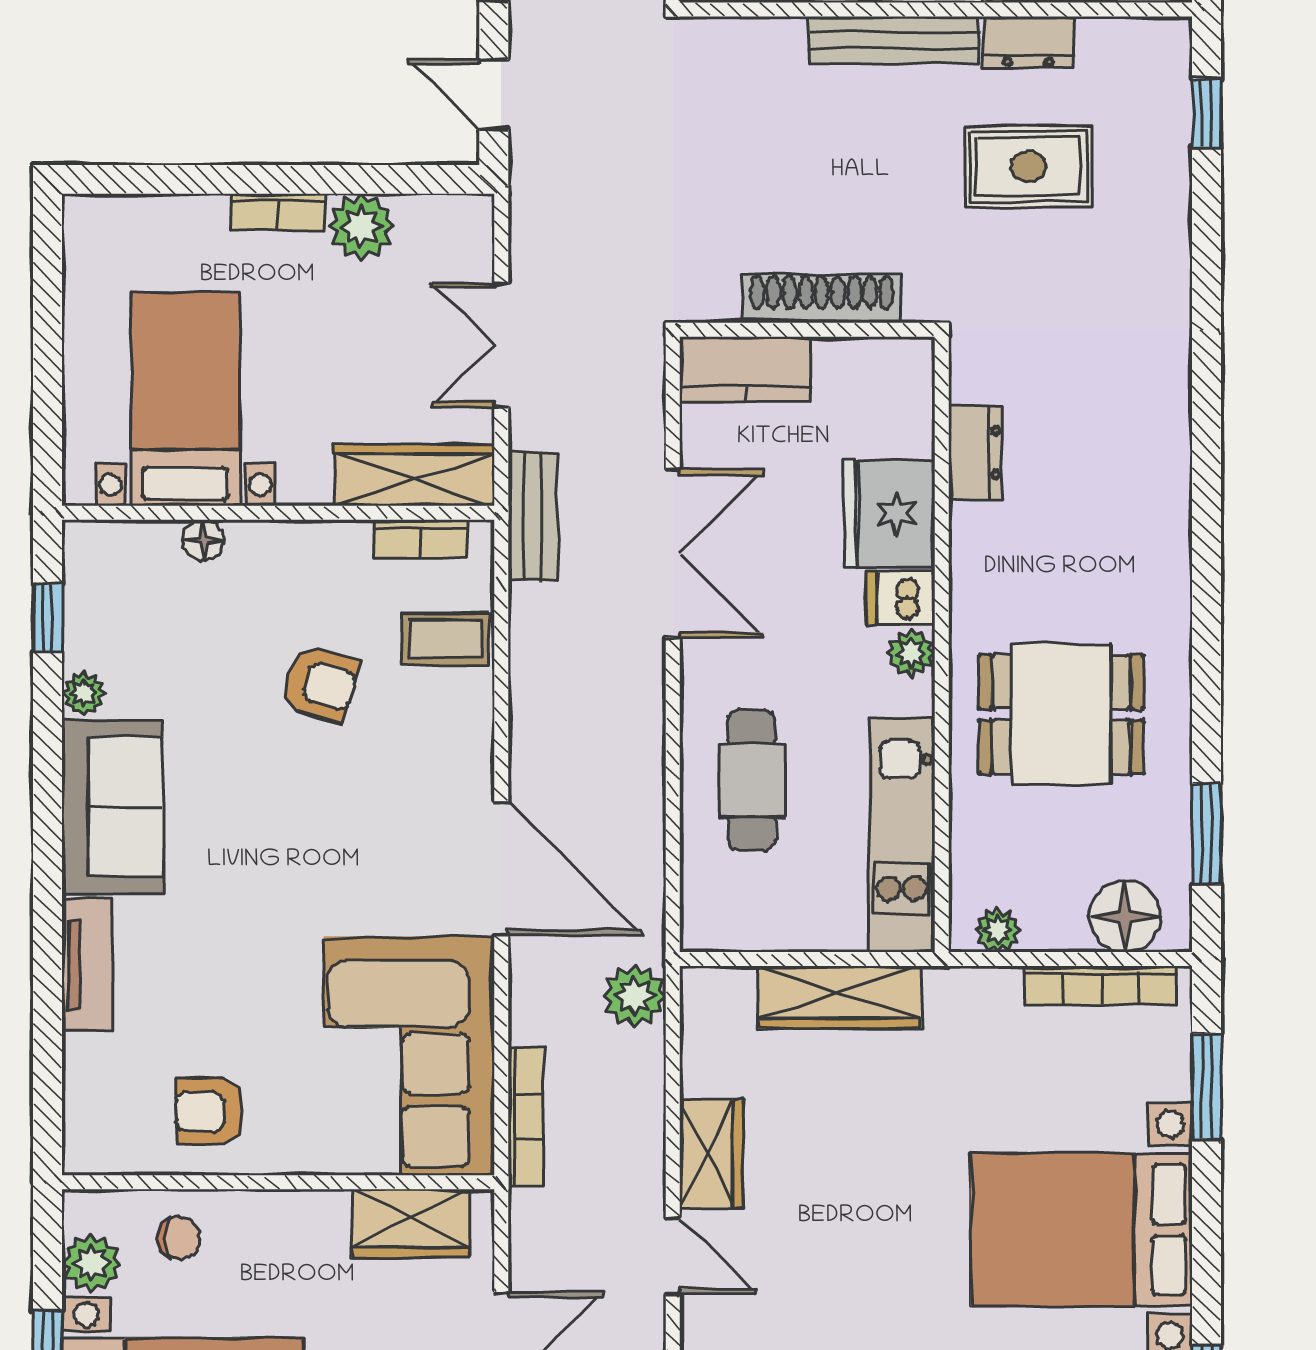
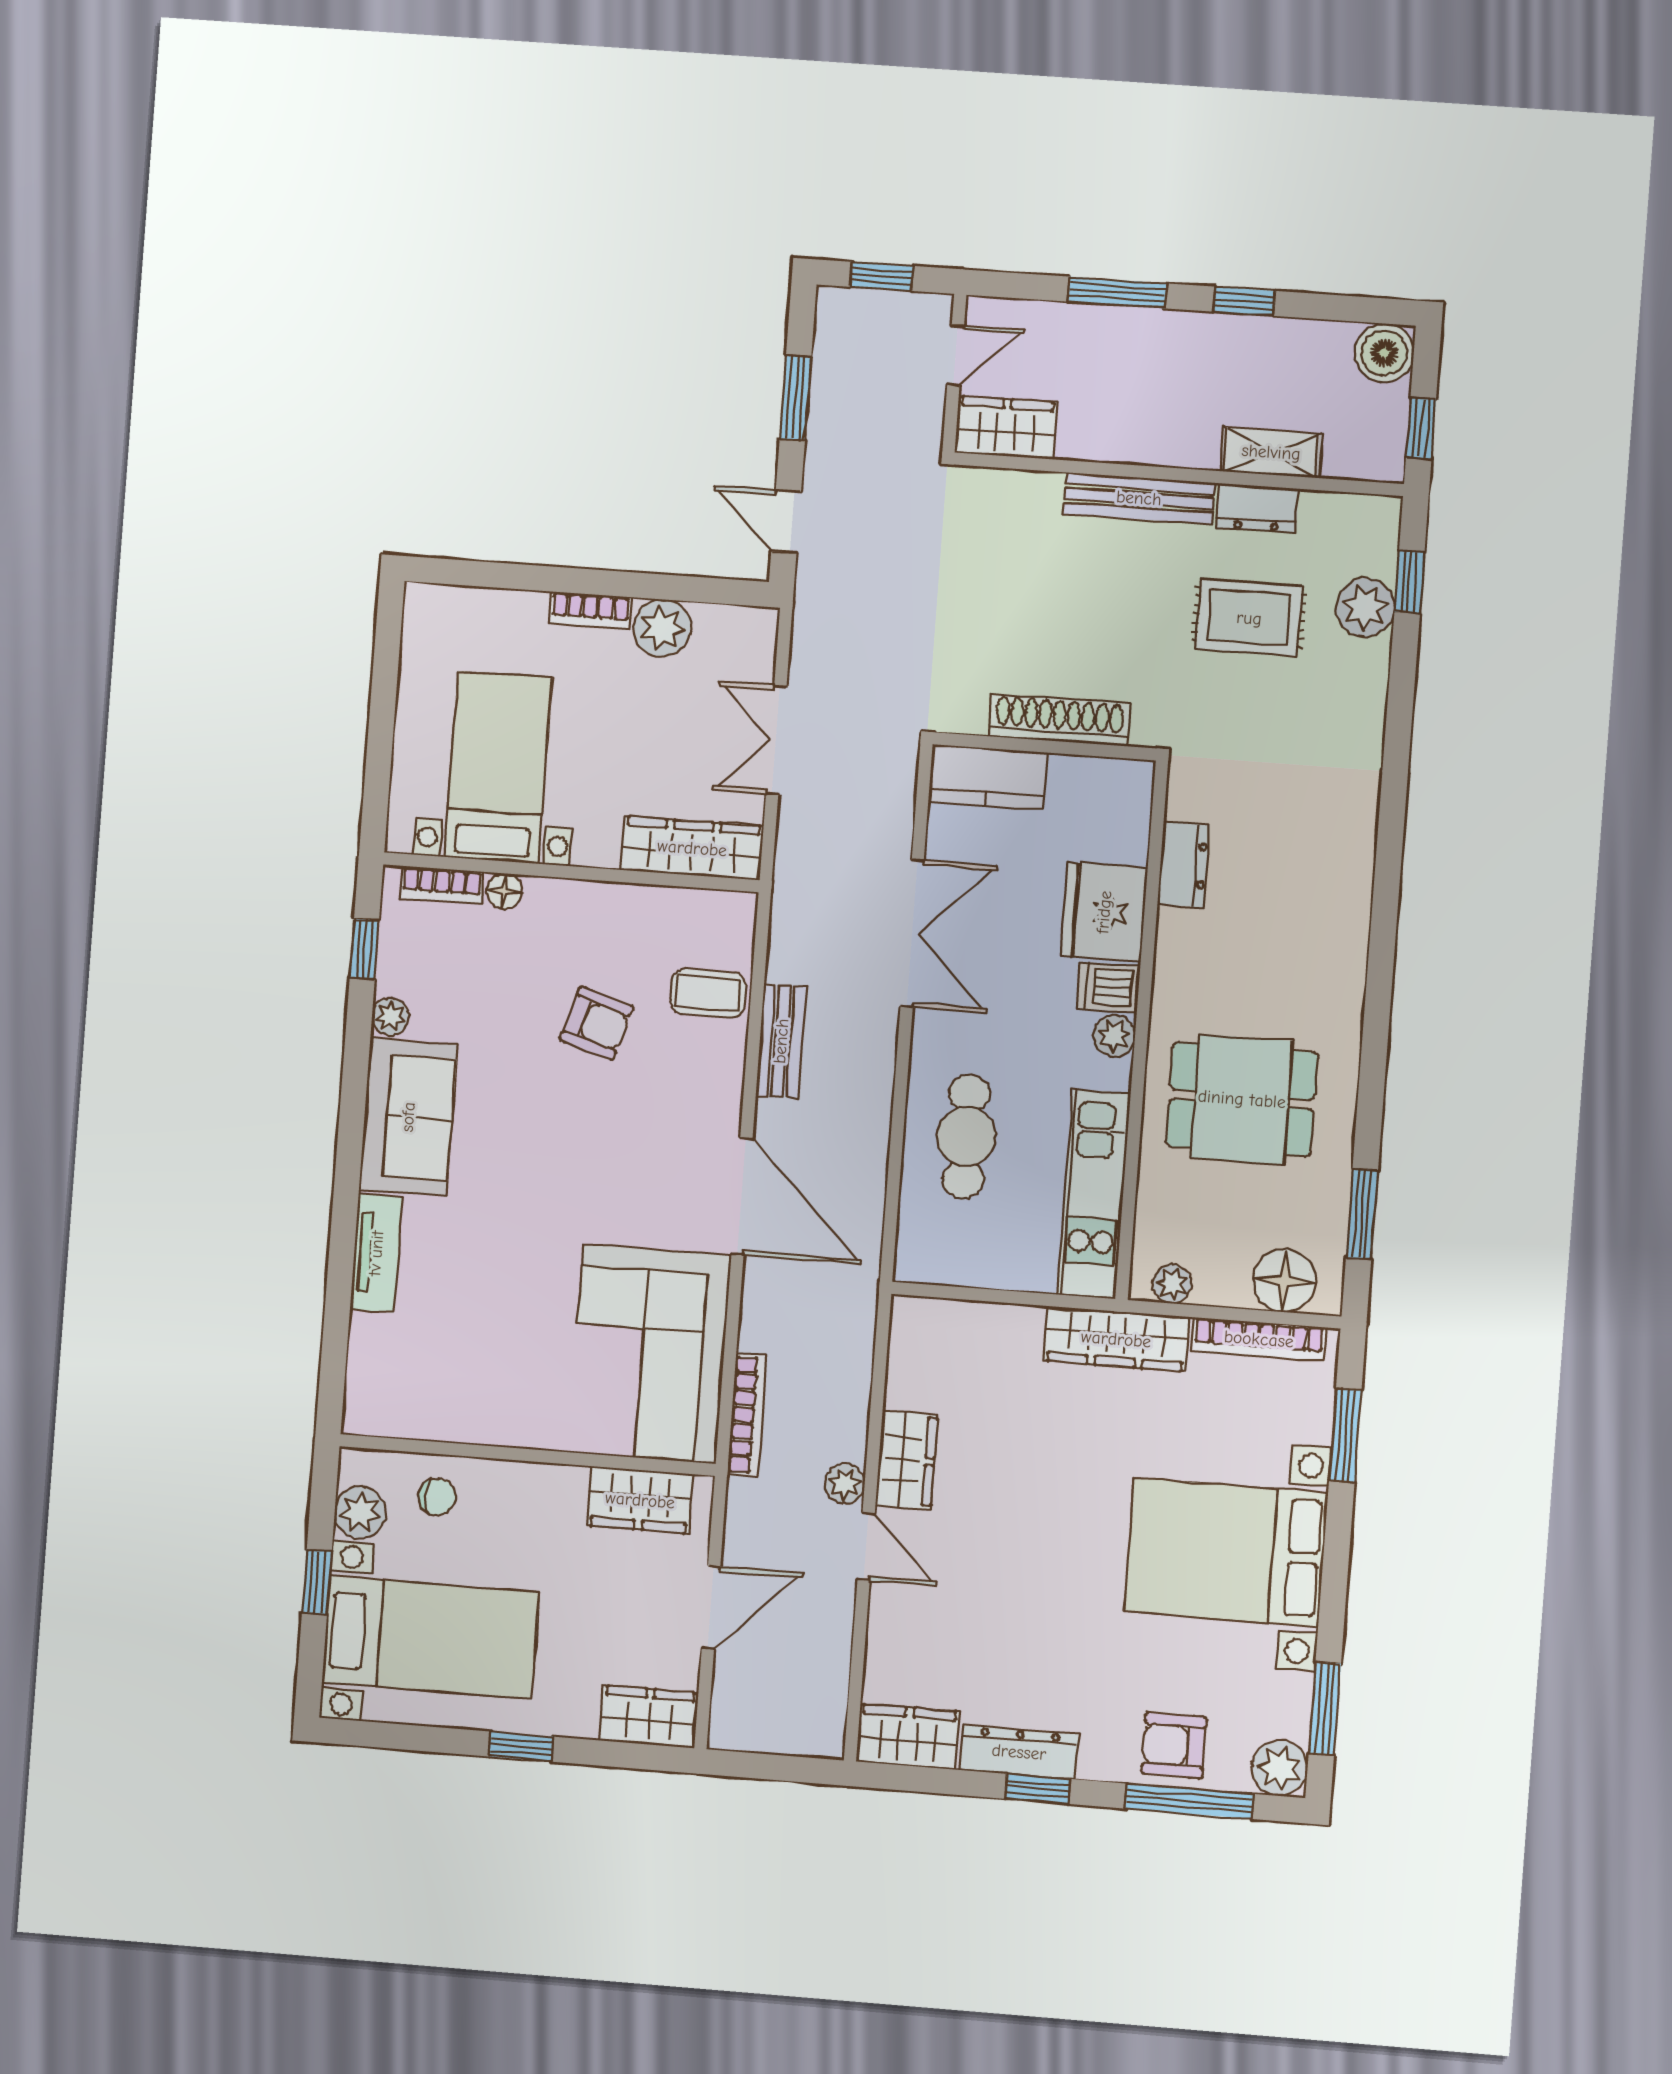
plant: (1159, 146) -> (1365, 607), added
bench: (532, 517) -> (781, 1041), moved
bookcase: (421, 539) -> (442, 885), moved
plant: (635, 996) -> (845, 1484), moved, width x0.73, depth x0.73
wardrobe: (840, 997) -> (1116, 1339), moved
armchair: (209, 1111) -> (472, 1389), removed

